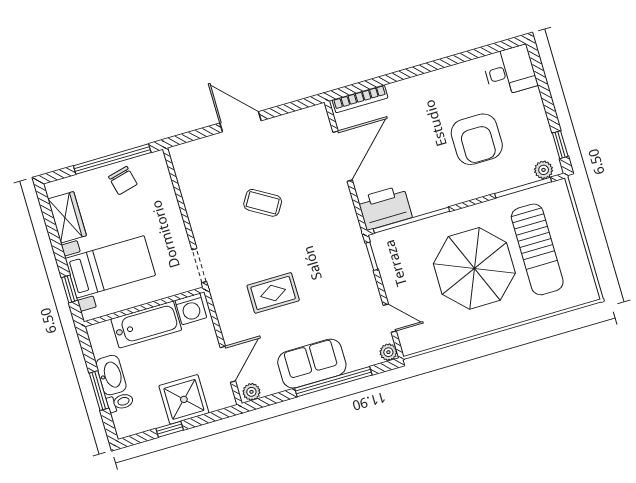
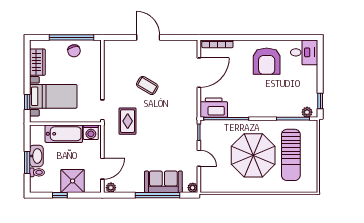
armchair: (477, 139) -> (267, 61), moved
rug: (273, 293) -> (128, 121), moved, turned 90
door: (390, 318) -> (199, 158), moved
sofa: (312, 364) -> (163, 182), moved

